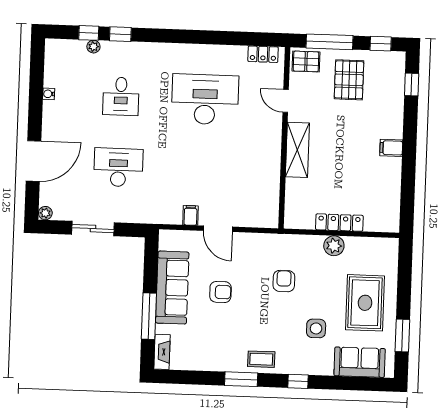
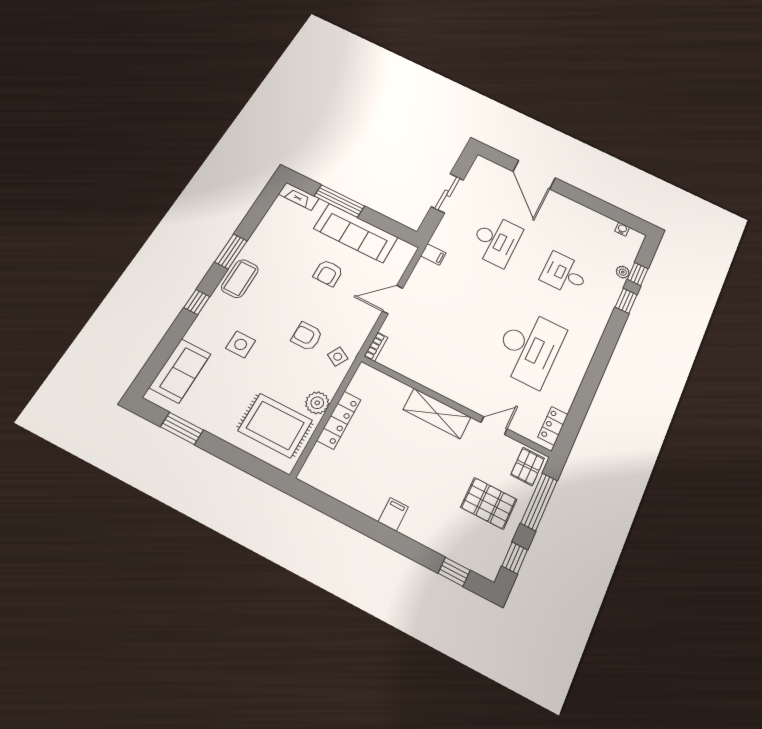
water cooler: (49, 94) -> (622, 229), moved
plant: (45, 213) -> (481, 162), removed
filing cabinet: (191, 215) -> (433, 254), moved
bookcase: (266, 223) -> (376, 347), added
side table: (289, 249) -> (338, 357), added
armchair: (284, 281) -> (307, 336), turned 180
rug: (365, 303) -> (275, 425), moved
coffee table: (261, 359) -> (240, 279), width x1.36, depth x1.30

